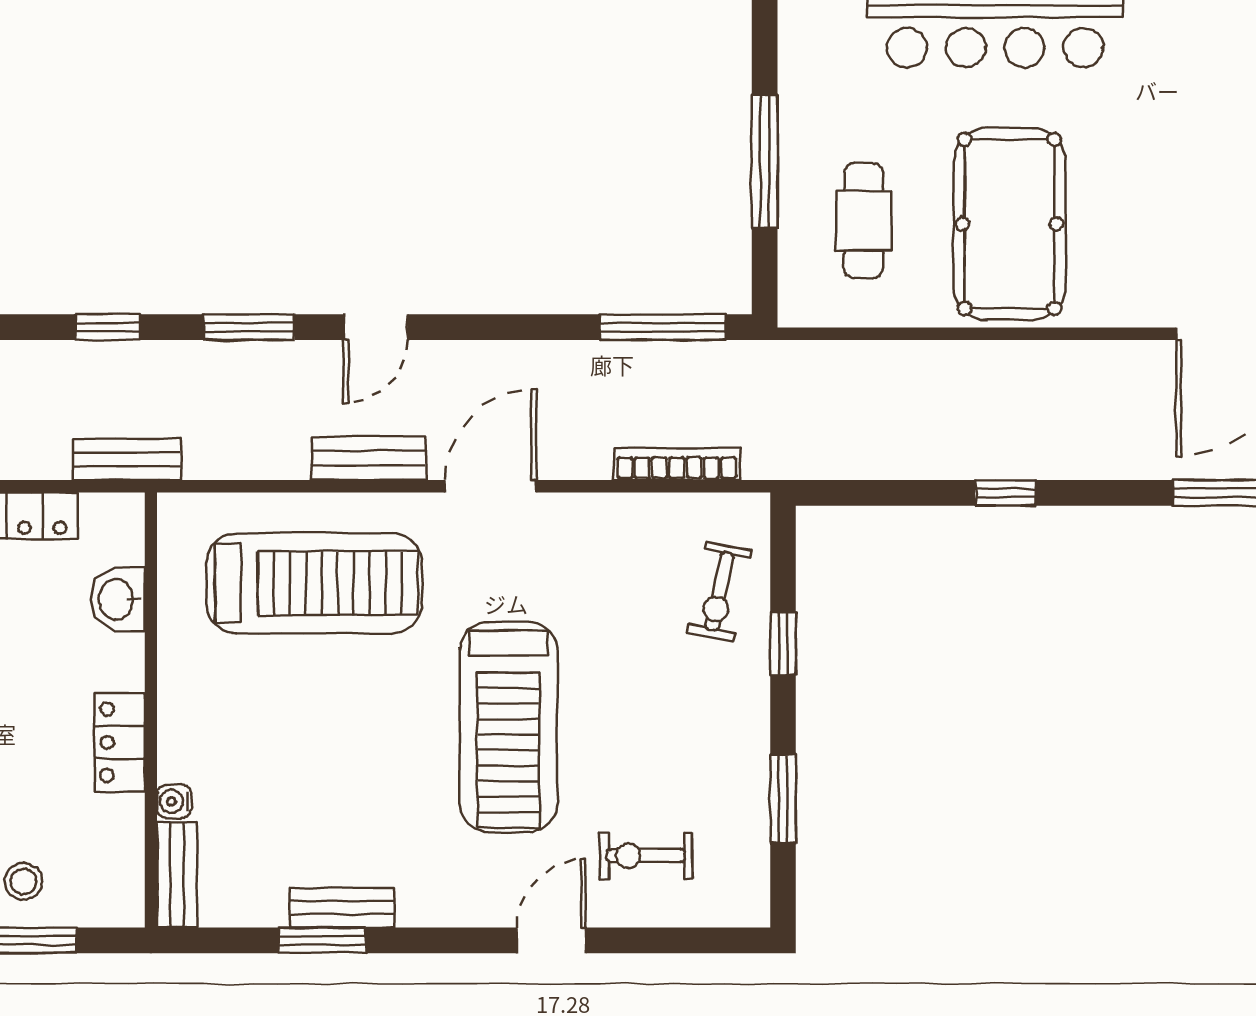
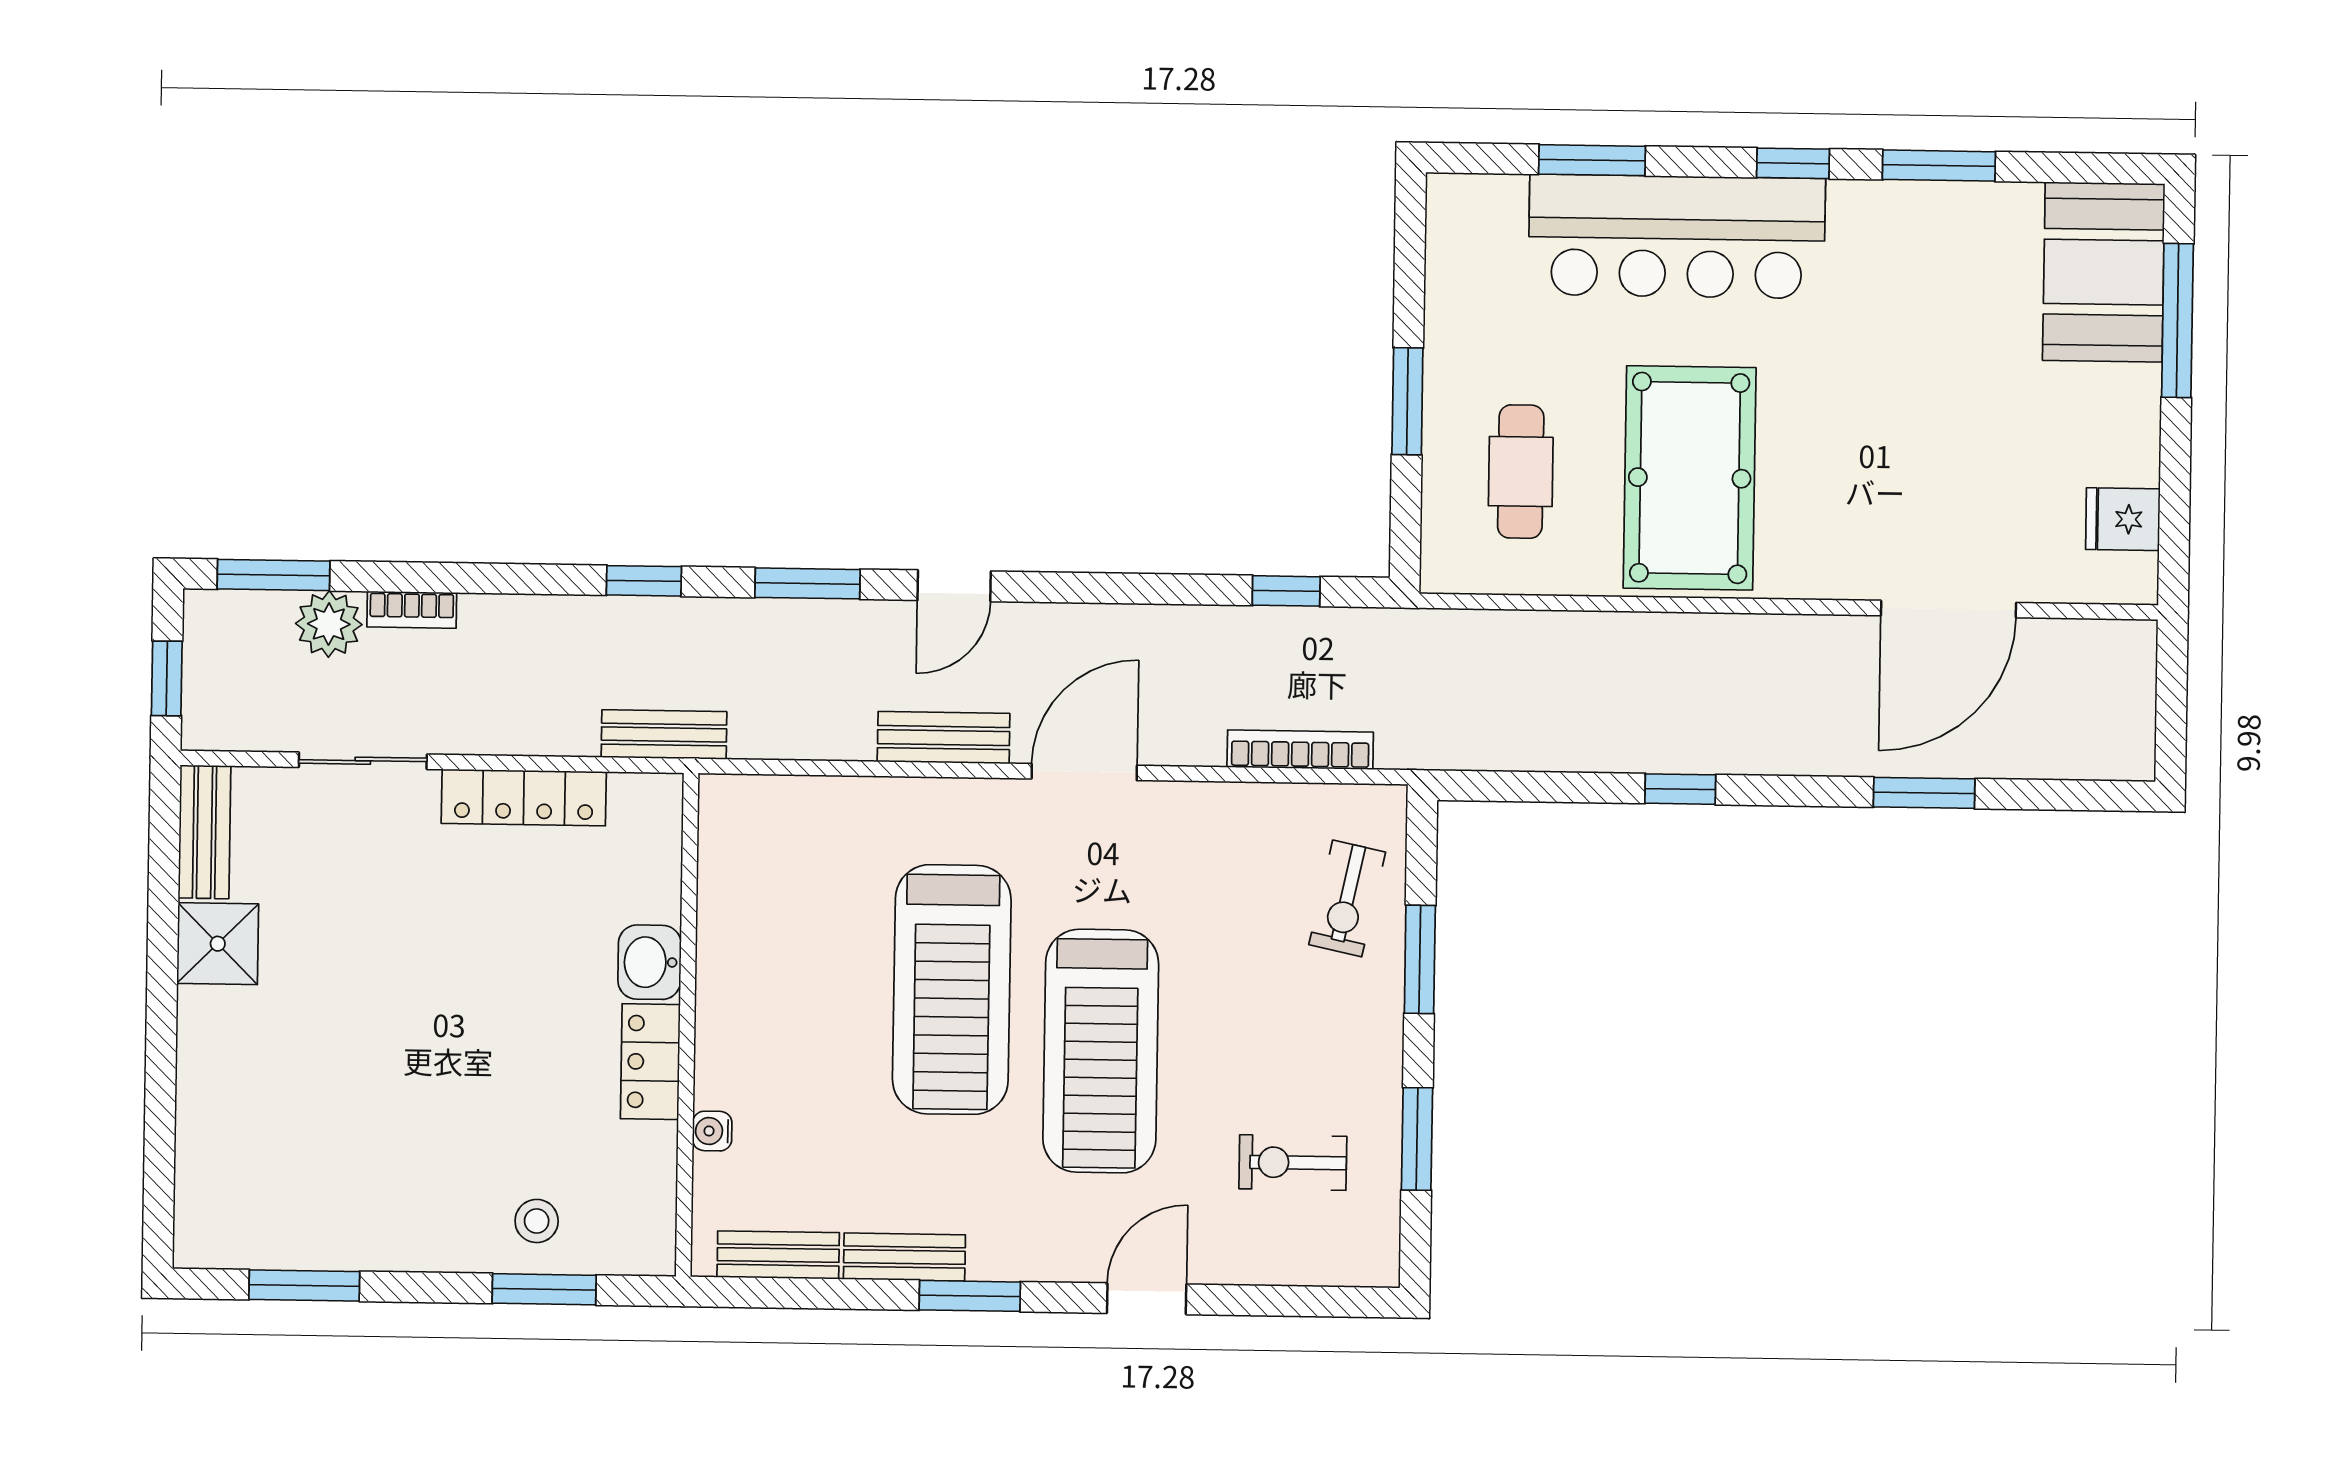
window: (765, 161) -> (1407, 401), width x0.69
window: (663, 327) -> (1286, 591), width x0.46
treadmill: (314, 583) -> (952, 990), moved, turned 90
washbasin: (118, 599) -> (650, 962), moved
window: (783, 643) -> (1420, 959), width x1.50
exercise bike: (646, 856) -> (1293, 1163), moved
bench: (177, 875) -> (778, 1255), moved, turned 90
window: (322, 940) -> (970, 1296), moved

